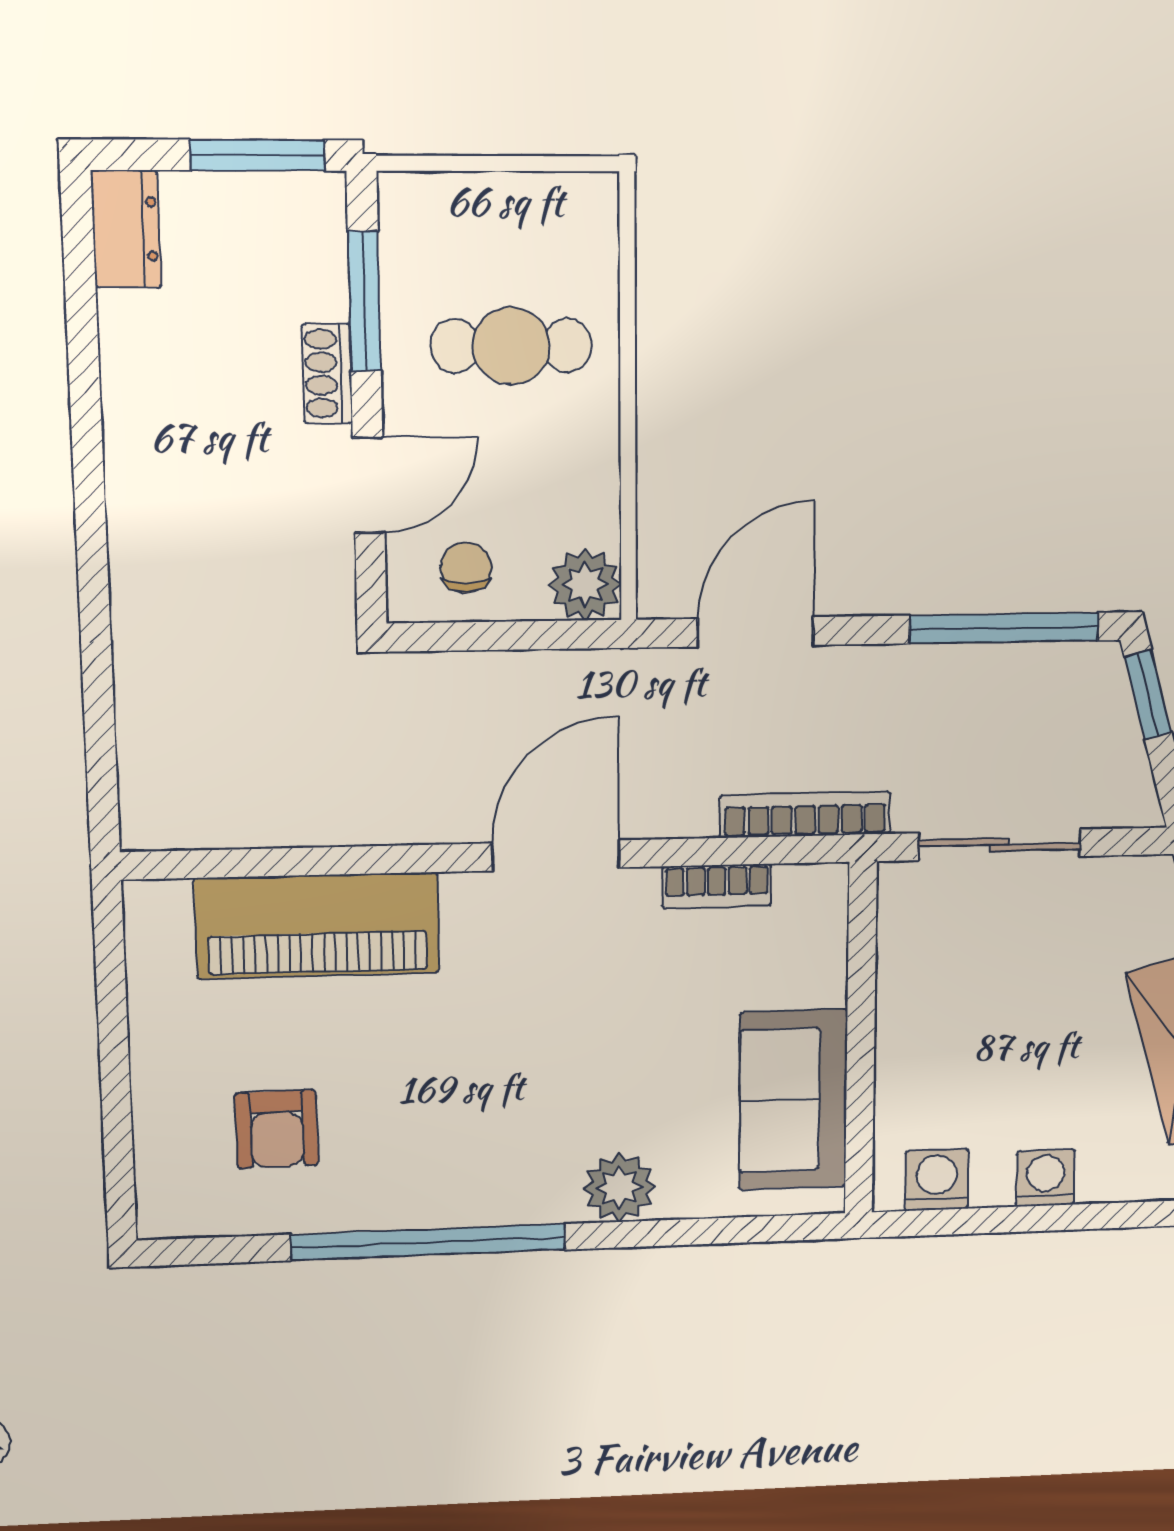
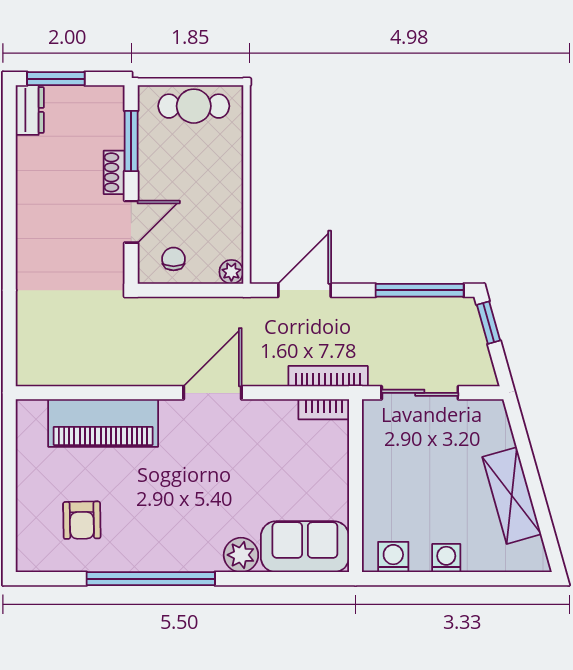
window: (257, 155) -> (56, 79), moved
cafe table: (511, 346) -> (194, 106), moved
plant: (585, 585) -> (231, 272), width x0.73, depth x0.73
bookcase: (717, 886) -> (324, 409), moved
sofa: (793, 1100) -> (305, 547), moved, turned 90

